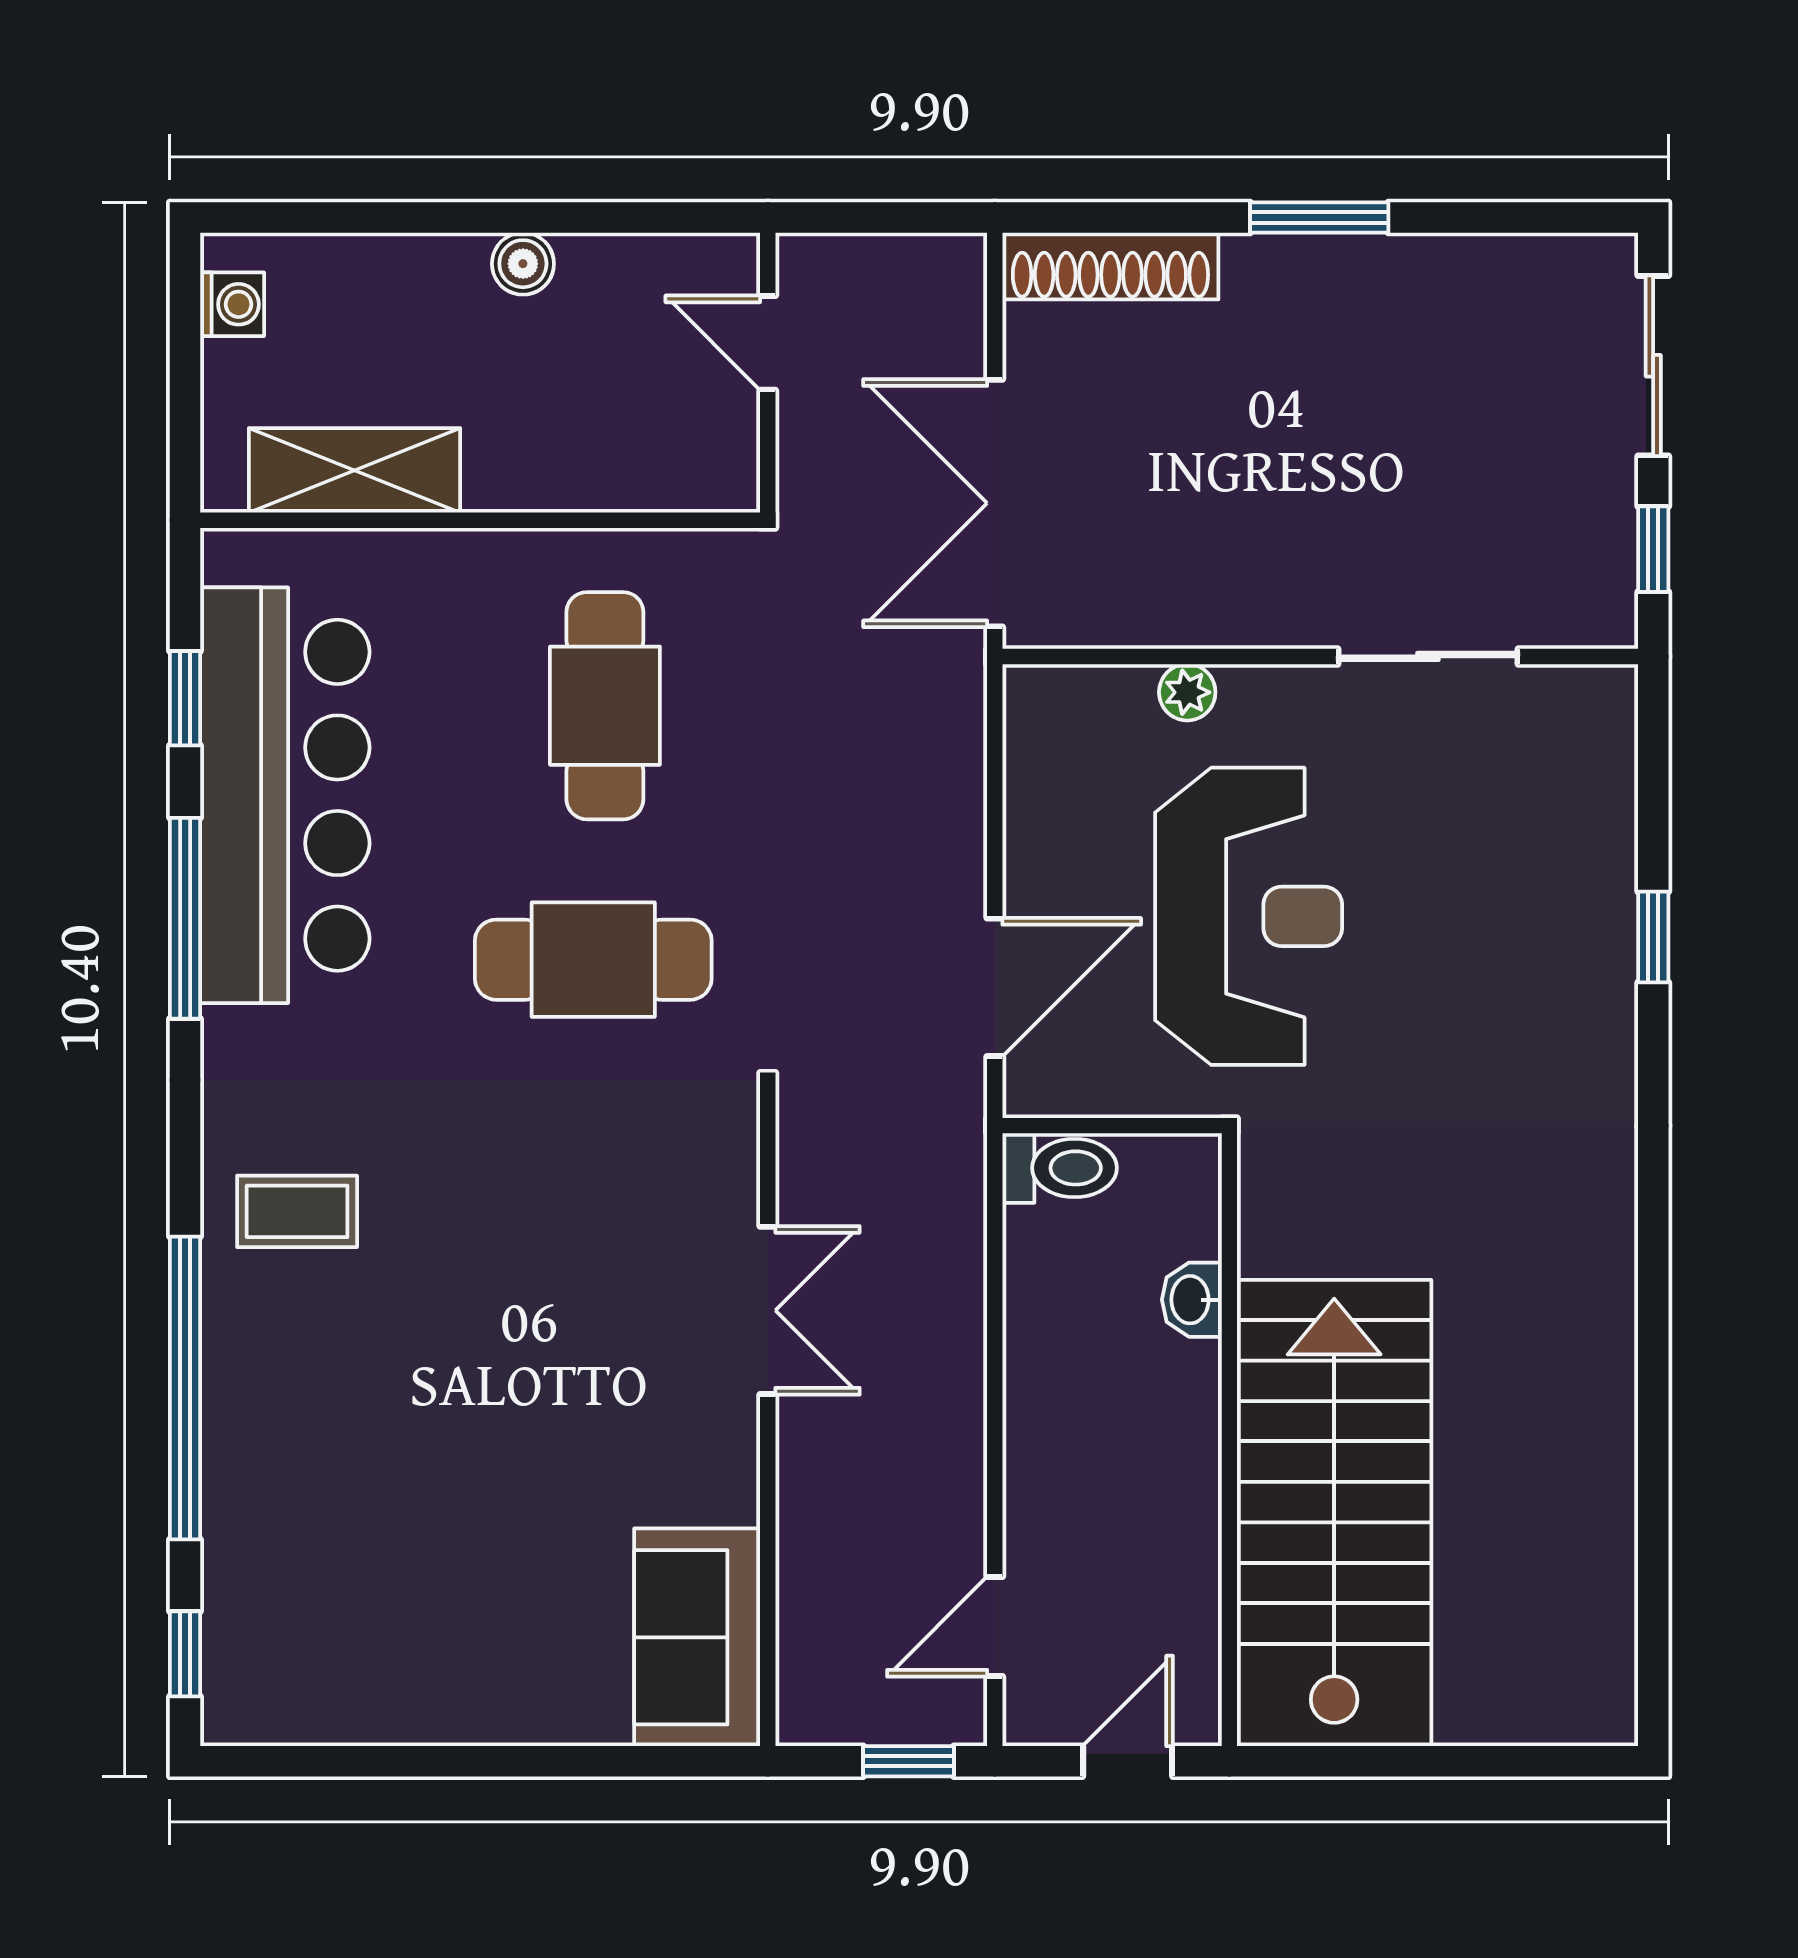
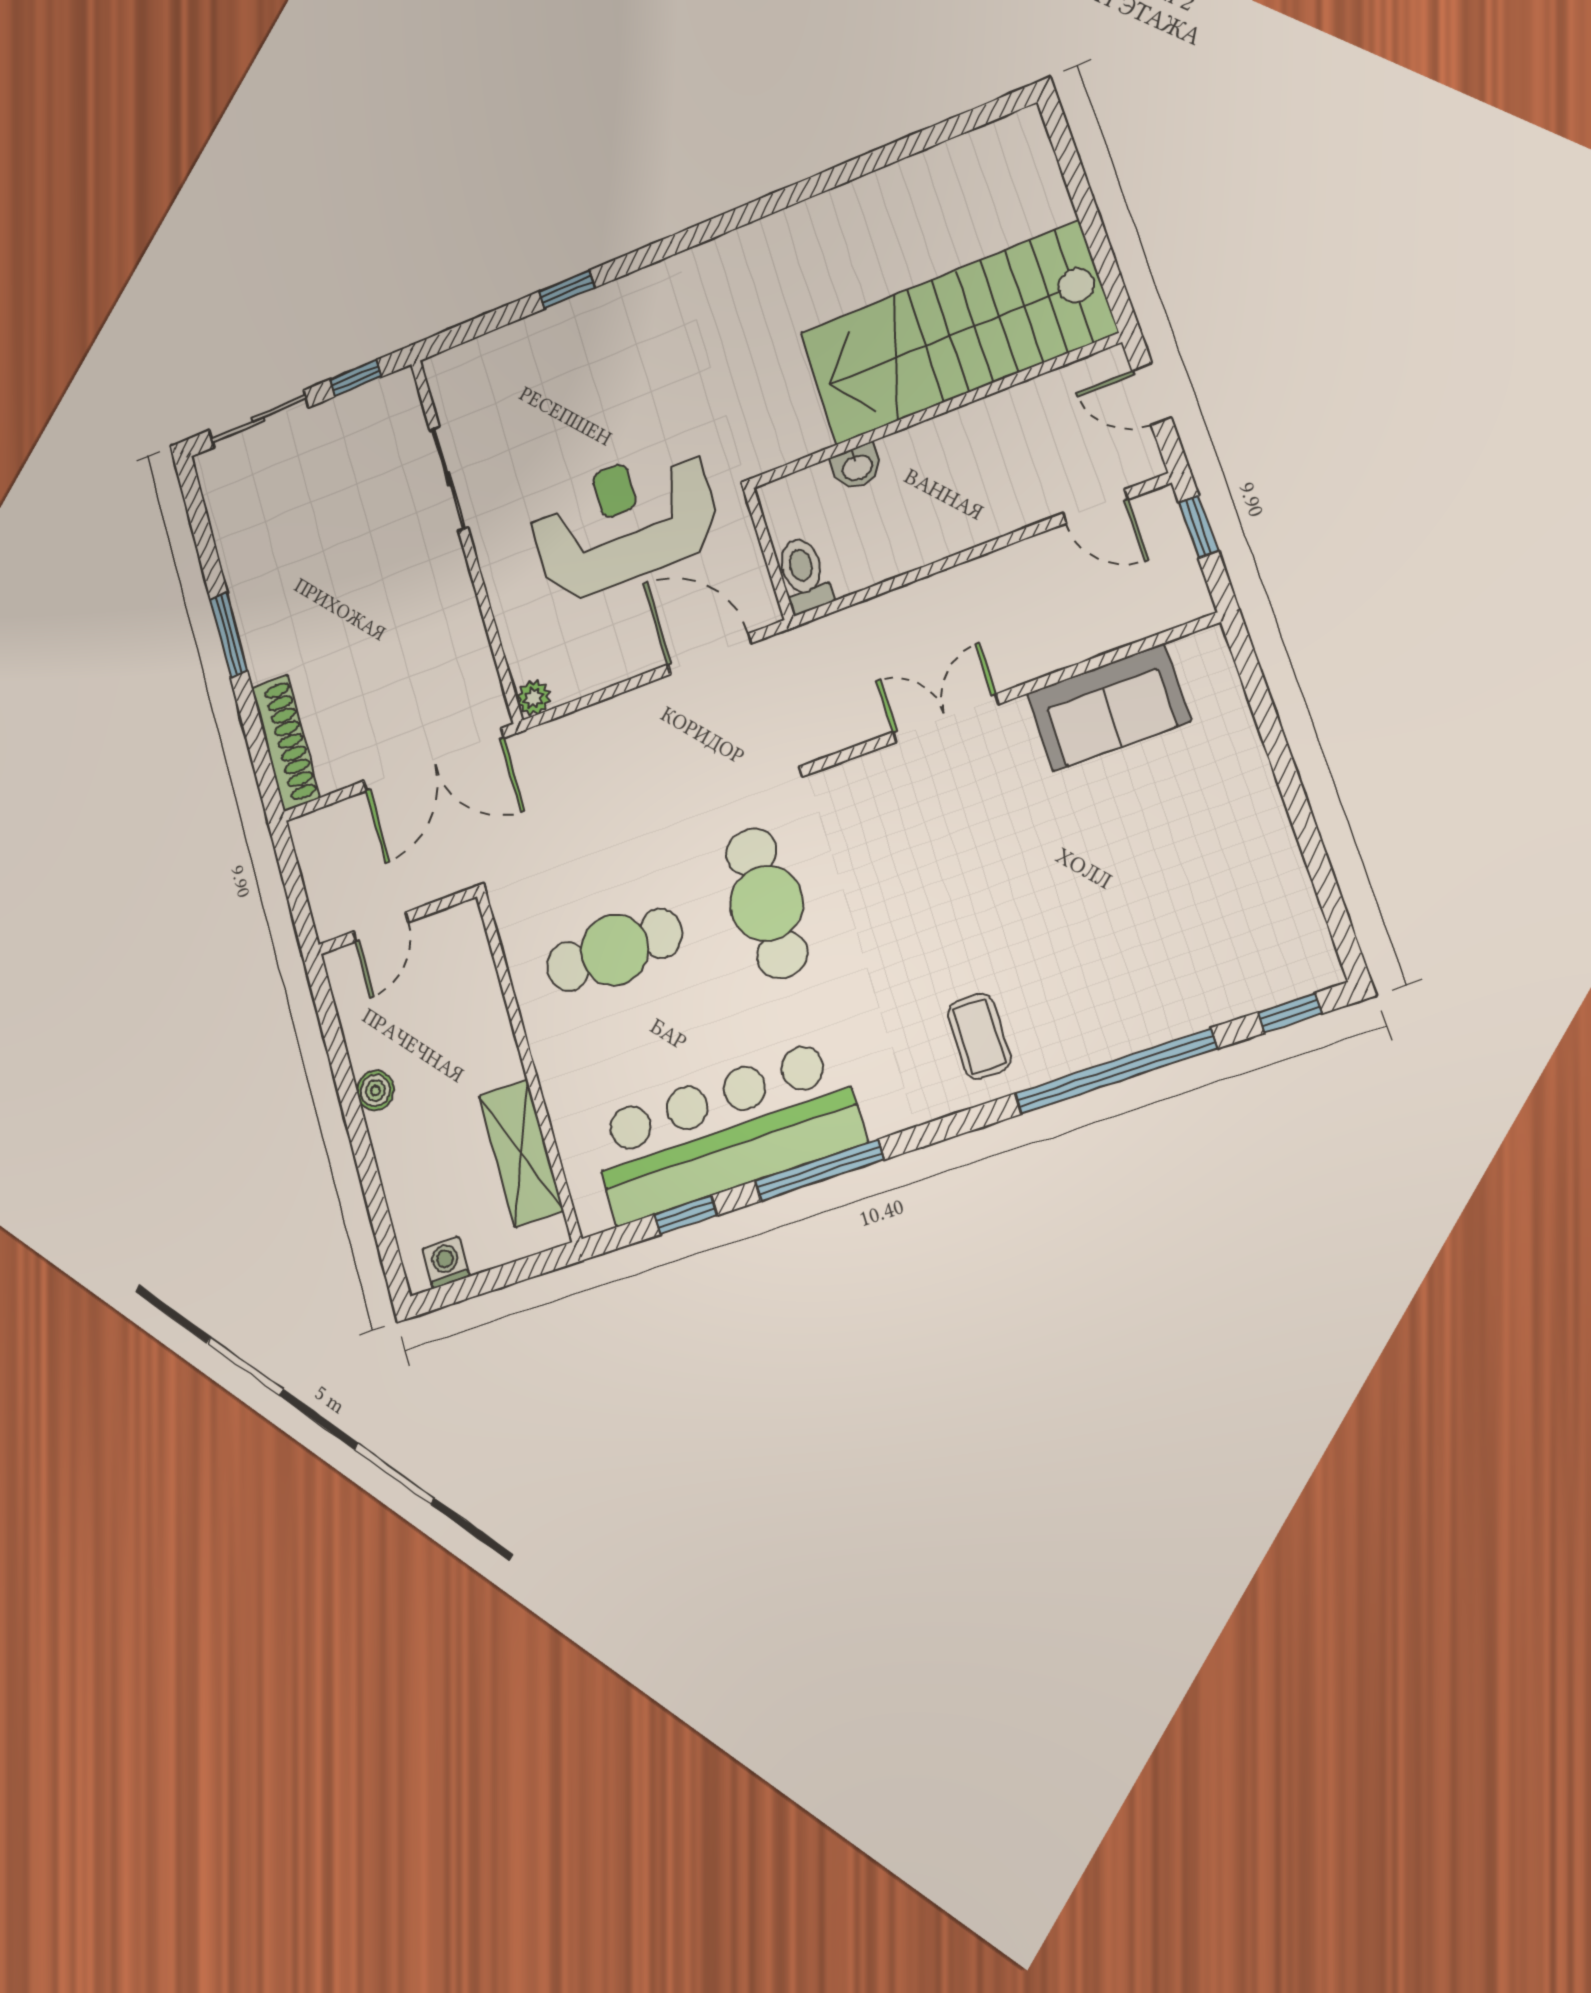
plant: (1187, 692) -> (534, 698), moved
sofa: (697, 1637) -> (1108, 707), moved

